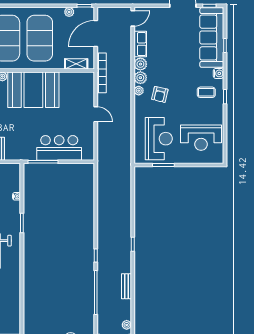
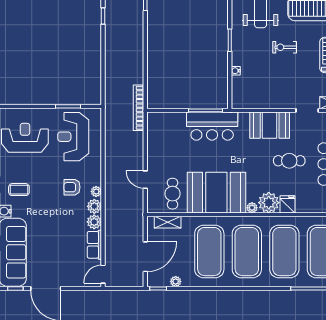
bookcase: (102, 73) -> (138, 108), moved
cafe table: (72, 89) -> (173, 194), added
armchair: (160, 94) -> (72, 187), turned -103
door: (96, 114) -> (145, 180), moved
bar counter: (59, 148) -> (212, 126), moved

